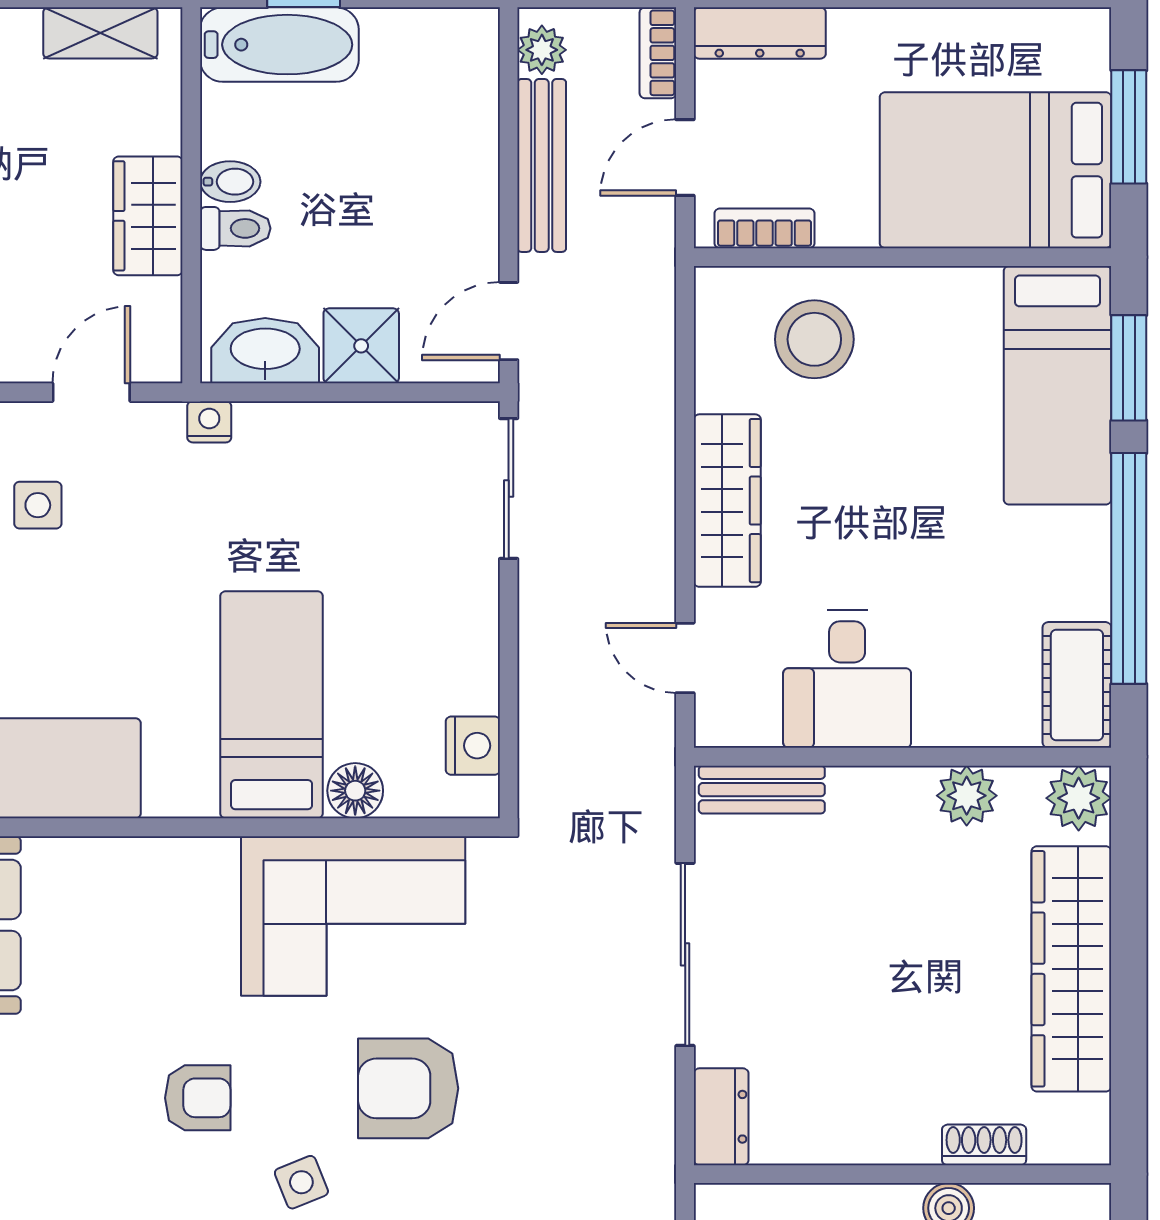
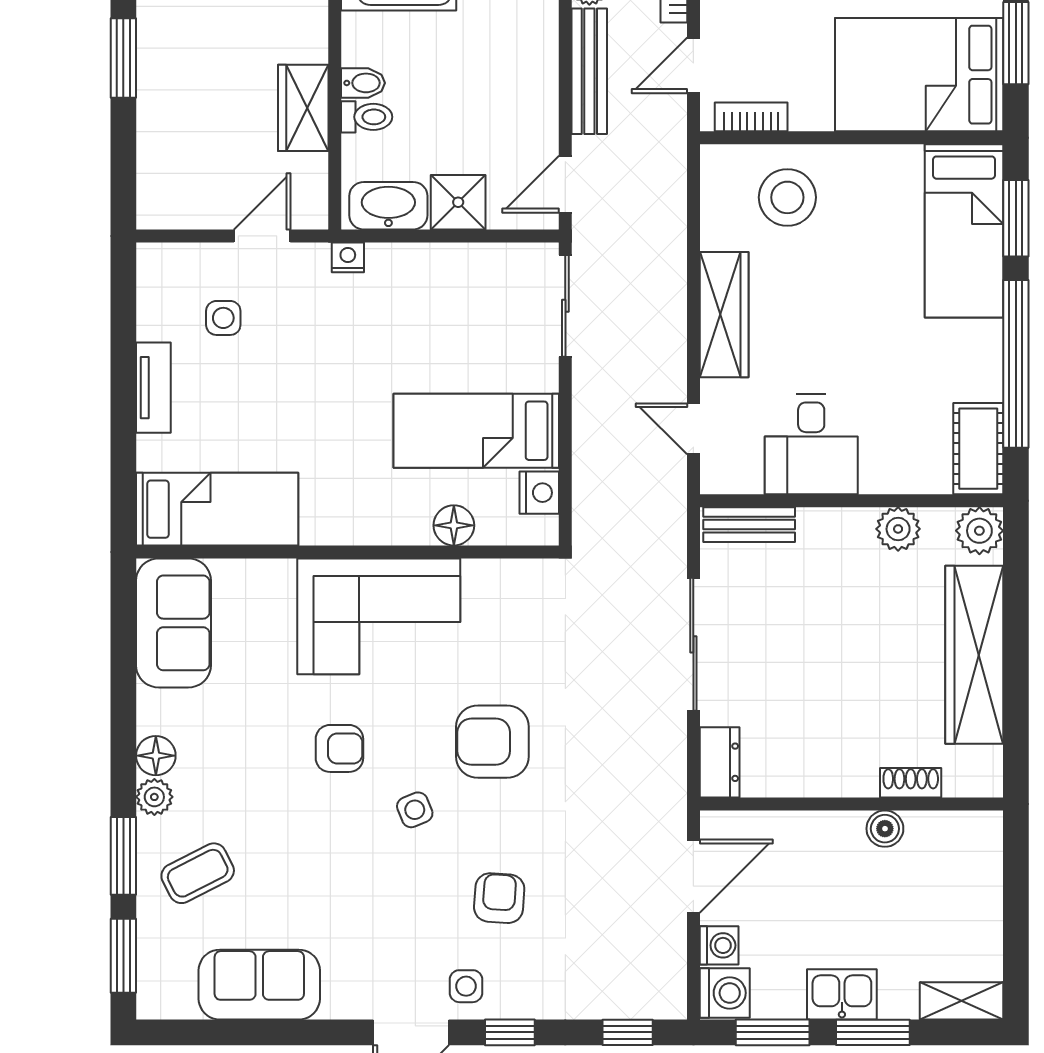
bed: (272, 705) -> (476, 431), moved, turned -90
corner sofa: (353, 916) -> (379, 616), moved

